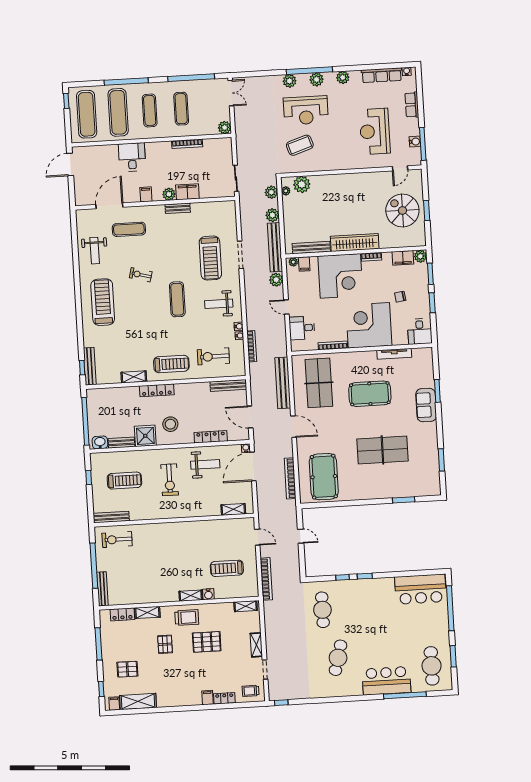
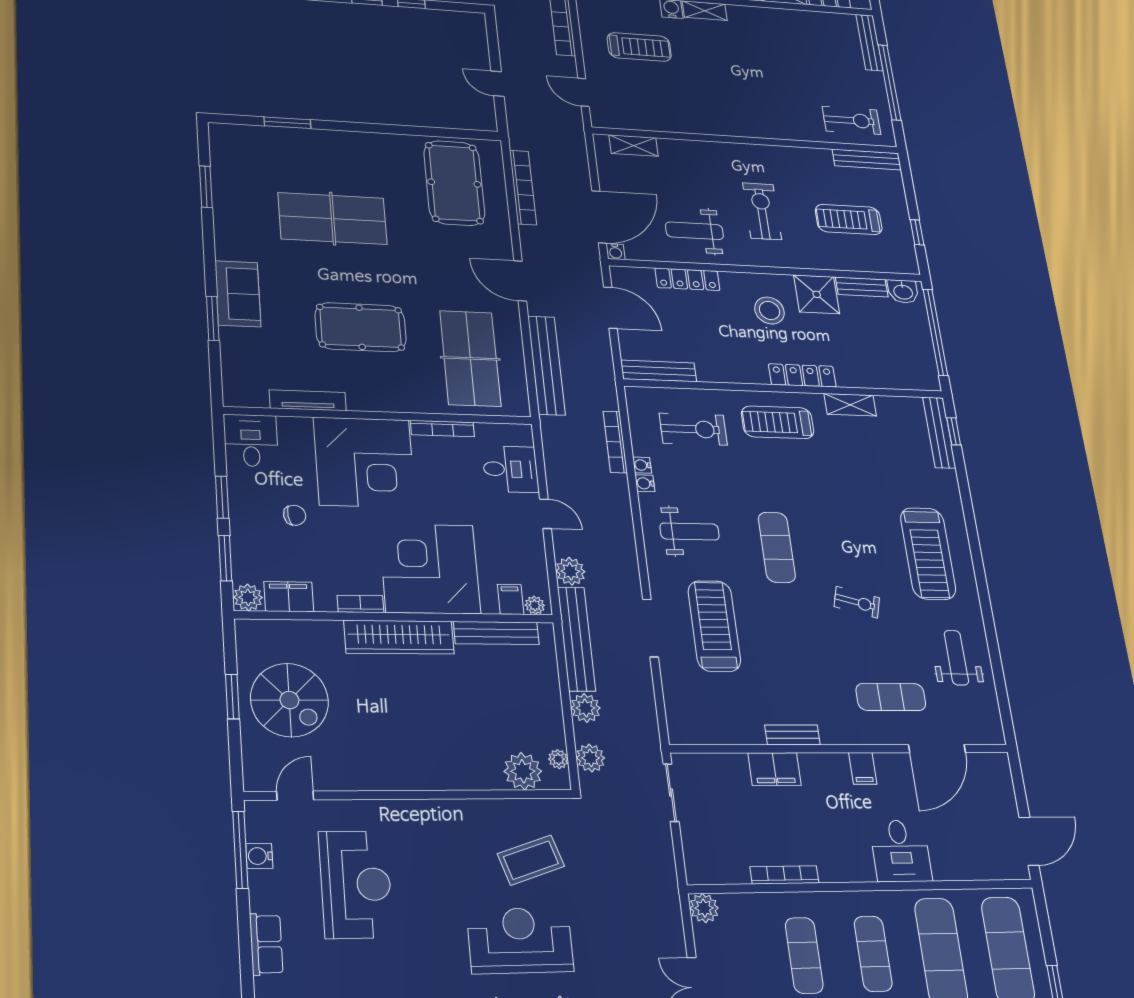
plant: (169, 194) -> (814, 766), removed

